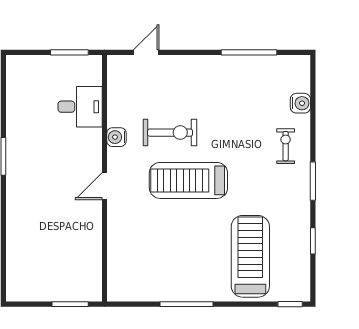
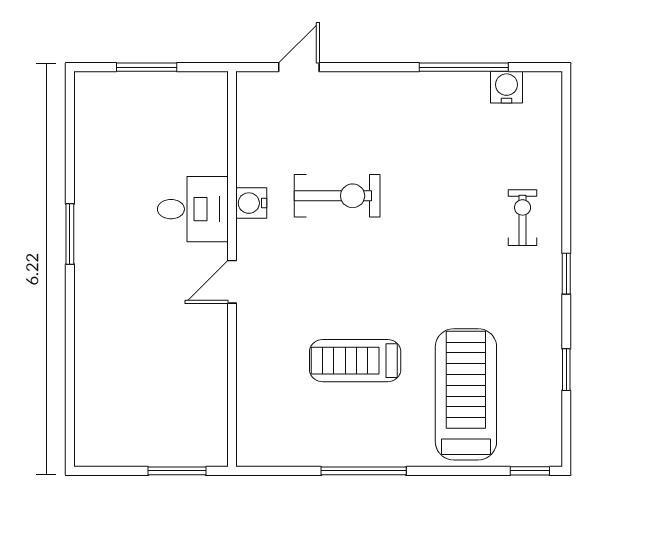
window: (69, 52) -> (147, 67), moved
water cooler: (300, 103) -> (507, 87), moved, turned -90
desk: (80, 107) -> (193, 209), moved
treadmill: (188, 180) -> (355, 361), moved, width x0.73, depth x0.73
window: (313, 181) -> (566, 274), width x0.67

